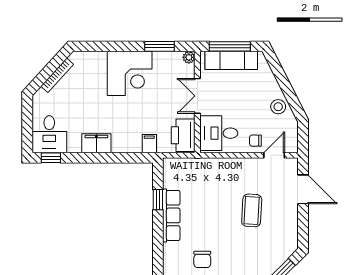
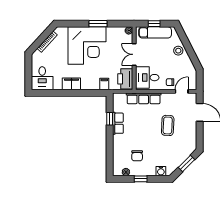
window: (159, 46) -> (98, 24), moved
window: (230, 46) -> (154, 24), width x0.46
corner desk: (130, 73) -> (87, 46), width x1.36, depth x1.36
stool: (278, 107) -> (178, 51), moved
window: (51, 158) -> (43, 93), removed
row of seats: (213, 167) -> (144, 98), added
row of seats: (171, 215) -> (118, 123), width x0.68

